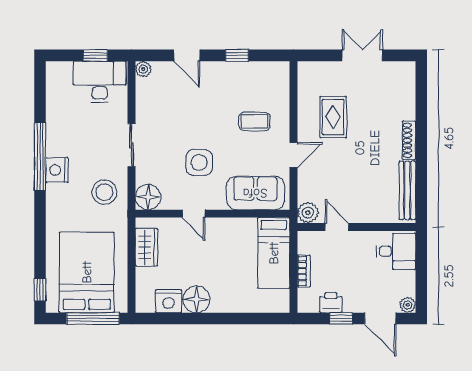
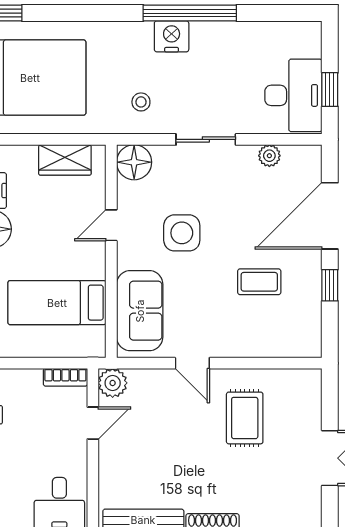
door: (187, 55) -> (330, 216), width x1.87
plant: (143, 69) -> (269, 156), moved
rug: (333, 117) -> (245, 418), turned 90
coffee table: (254, 122) -> (259, 282), moved, turned 90
stool: (104, 192) -> (141, 102), width x0.53, depth x0.53
bed: (274, 253) -> (57, 303), moved
bookcase: (304, 271) -> (65, 377), moved

